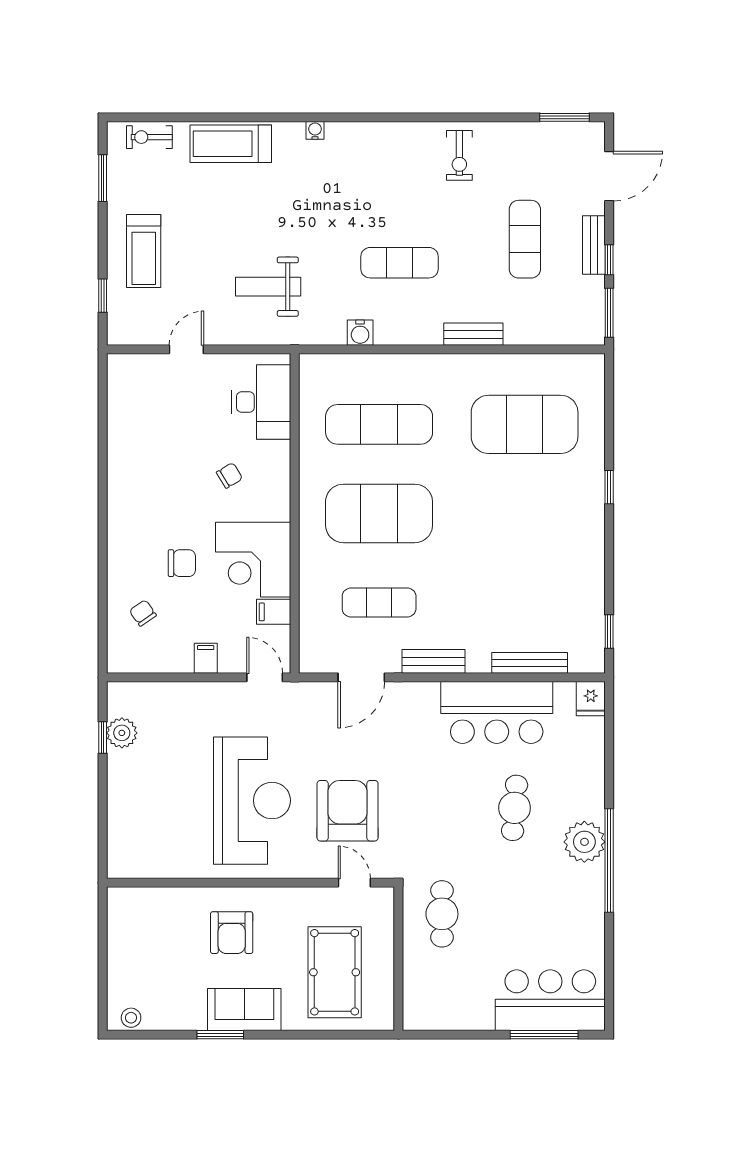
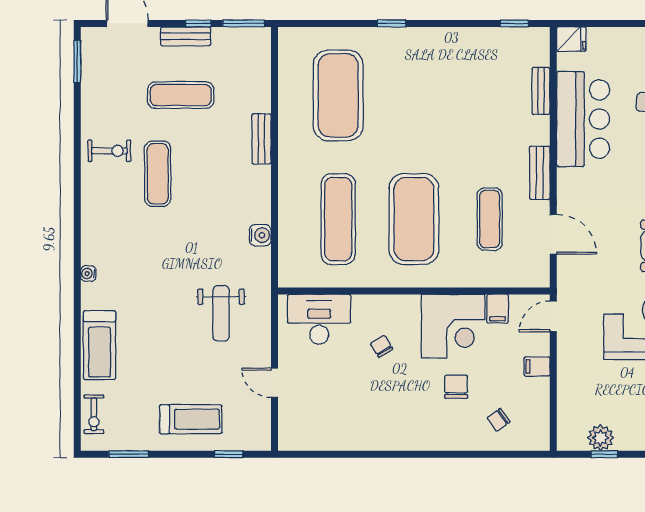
exercise mat: (400, 263) -> (158, 174), moved
bench: (530, 663) -> (541, 91), width x0.73

